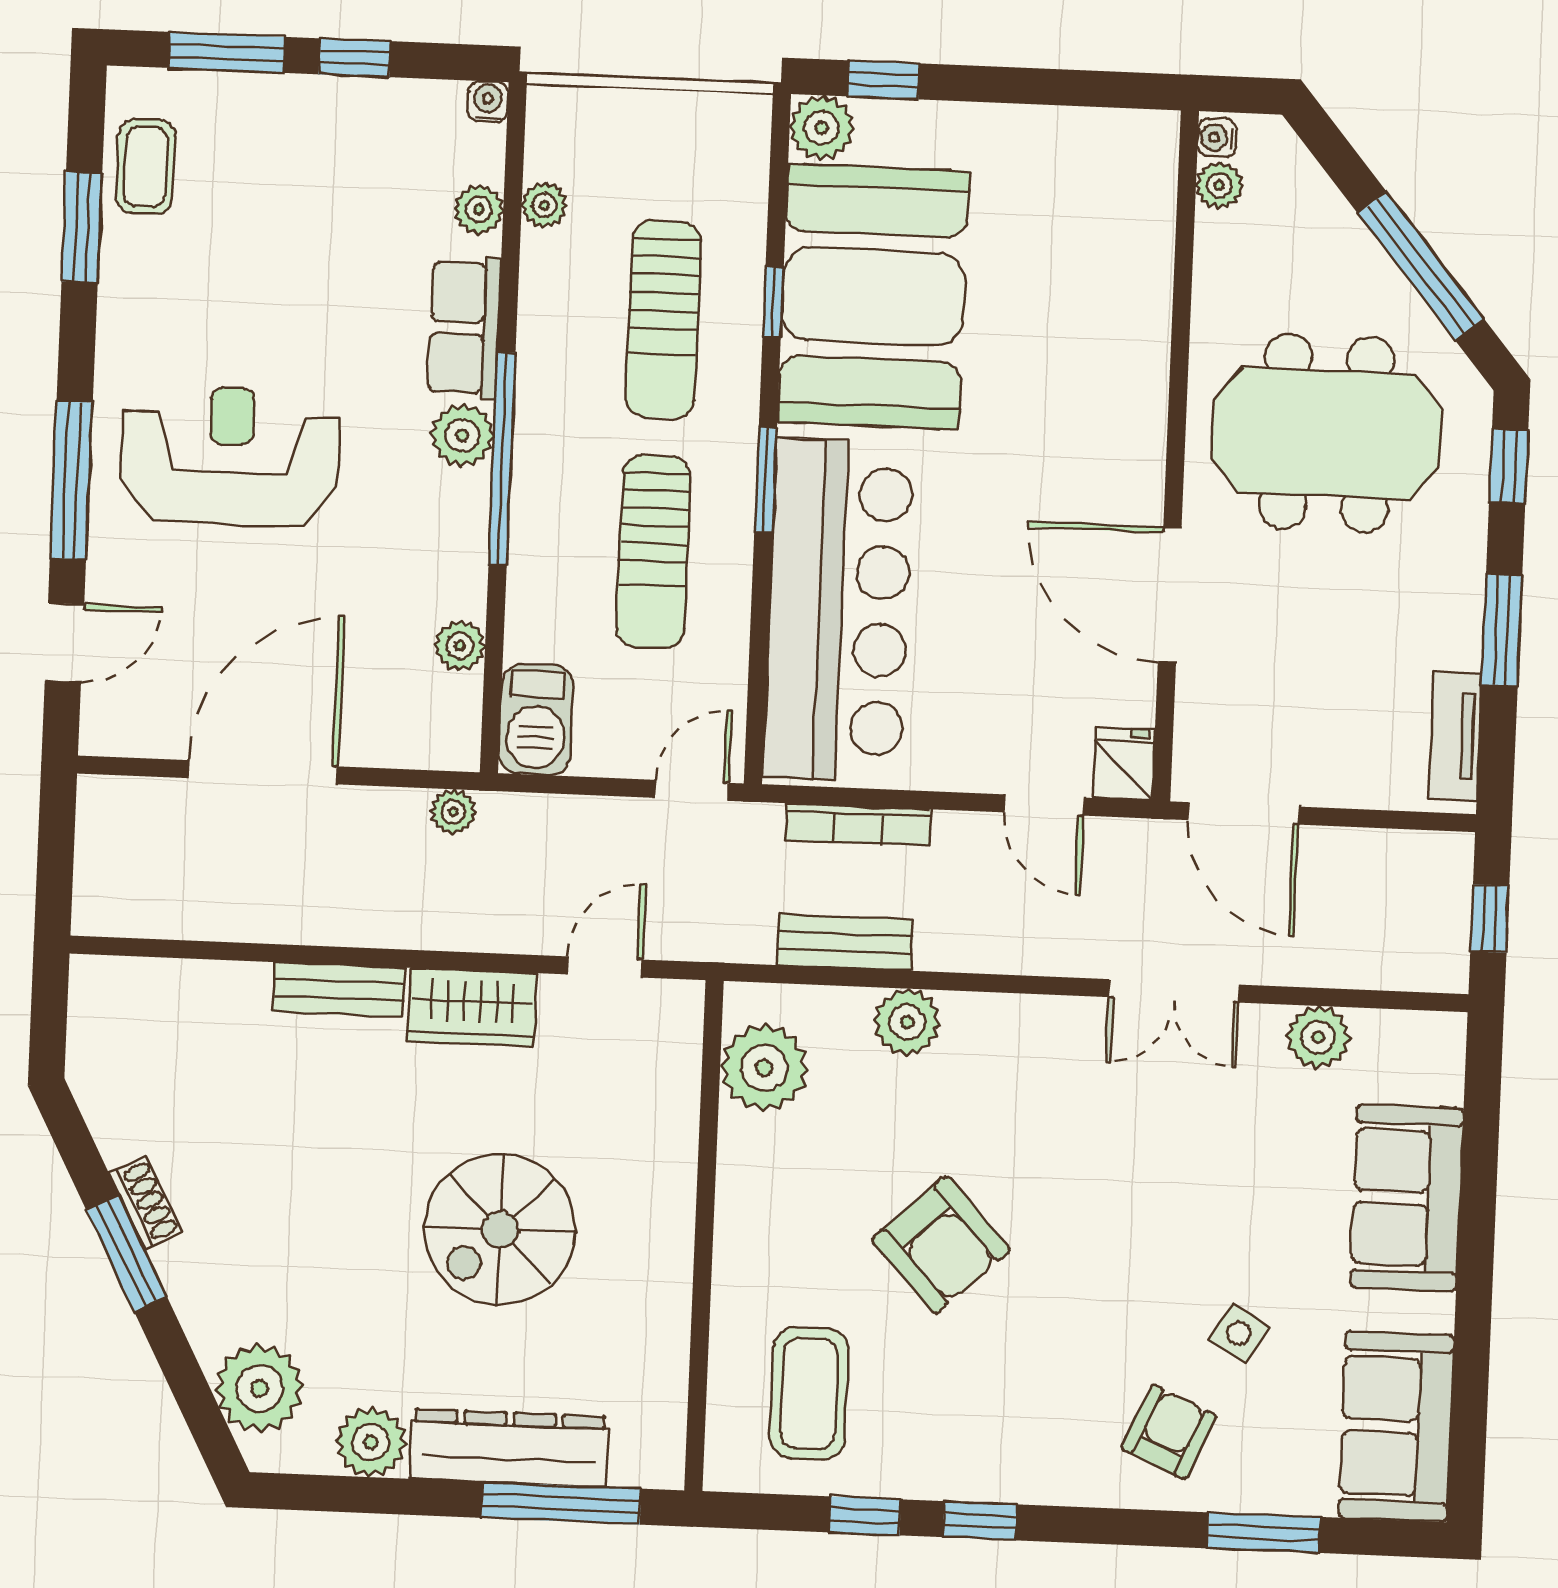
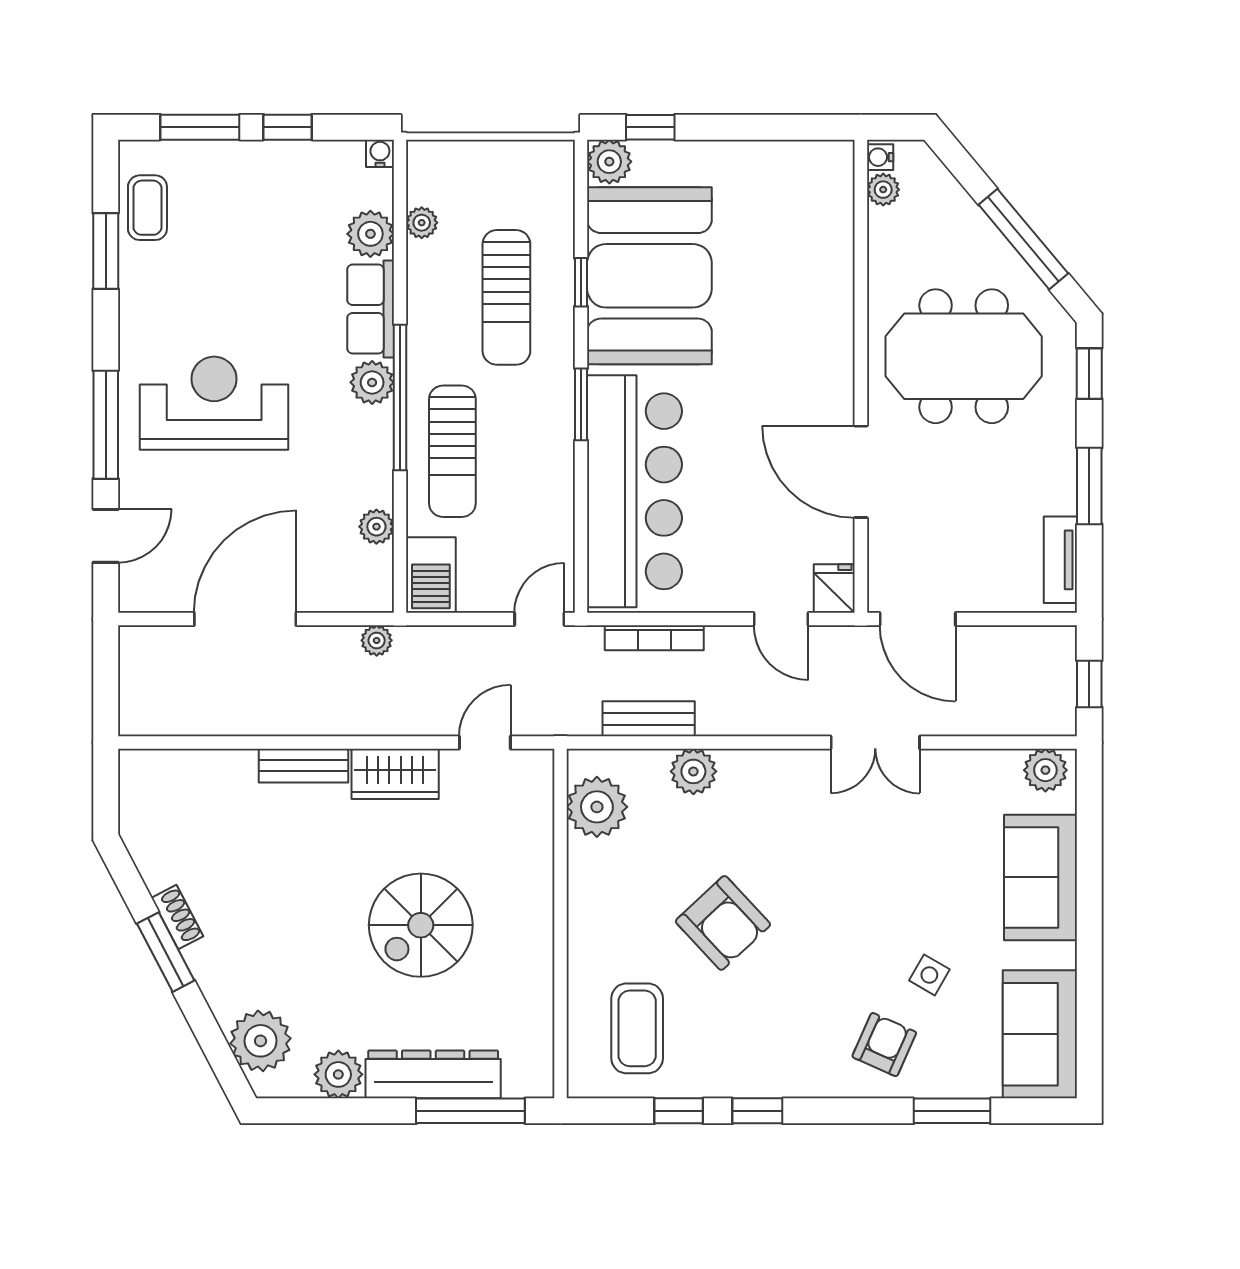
plant: (479, 209) -> (370, 234), width x1.38, depth x1.38
sun lounger: (654, 552) -> (452, 451), moved
plant: (1318, 1037) -> (1045, 770), moved

